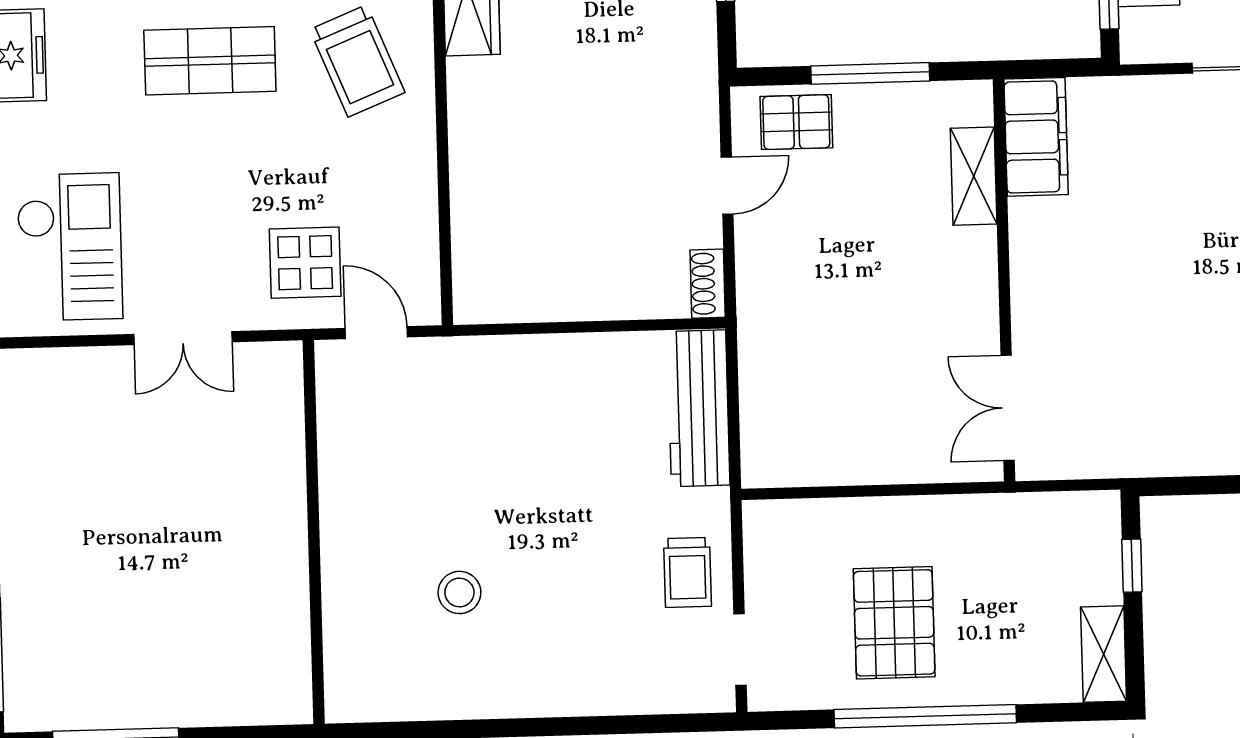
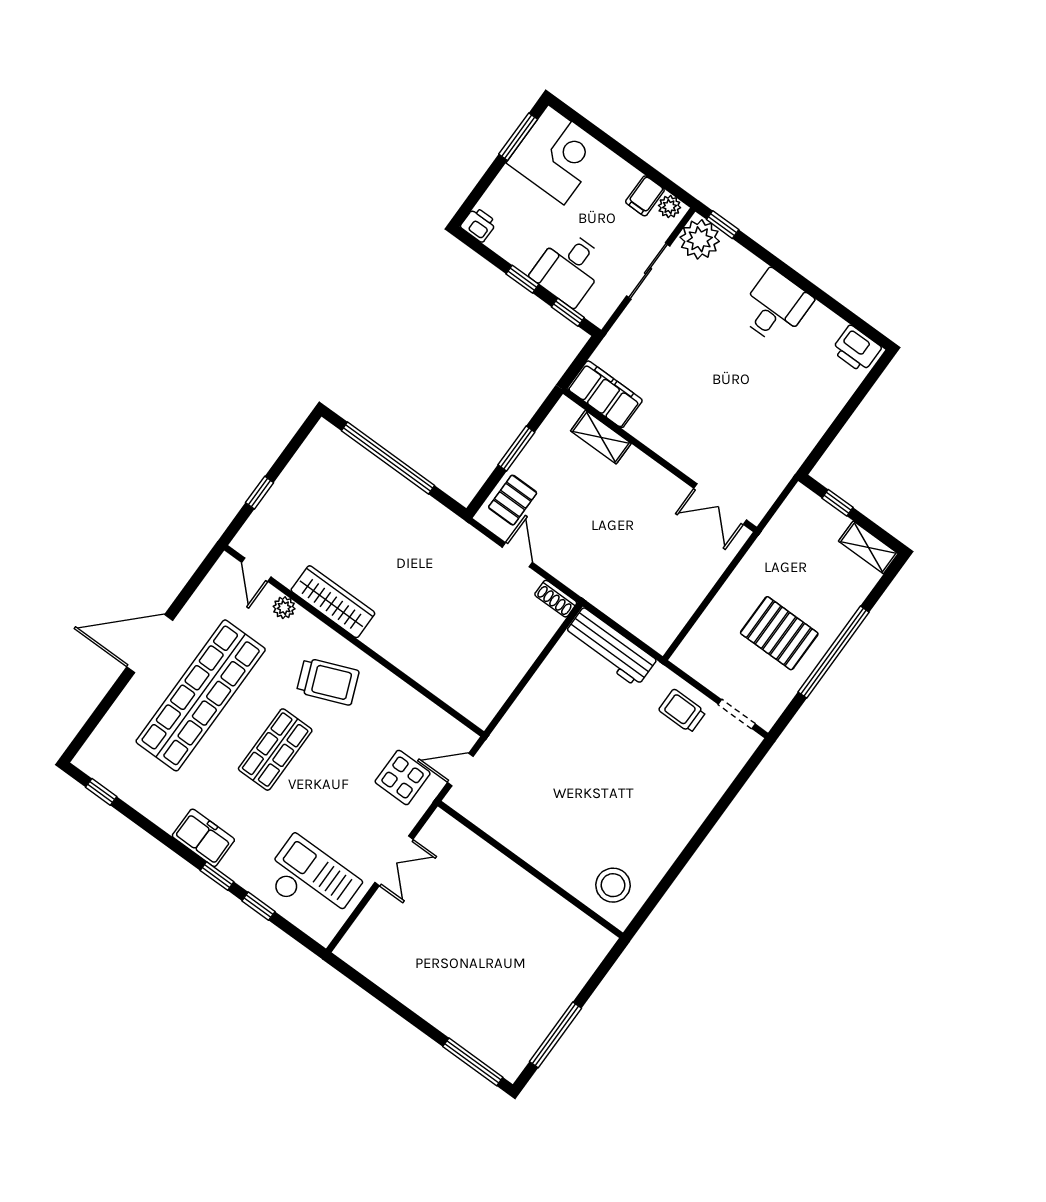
window: (870, 73) -> (516, 448), width x0.69
trolley: (687, 572) -> (682, 711), turned 180
stool: (459, 592) -> (613, 885), moved, width x1.38, depth x1.38

